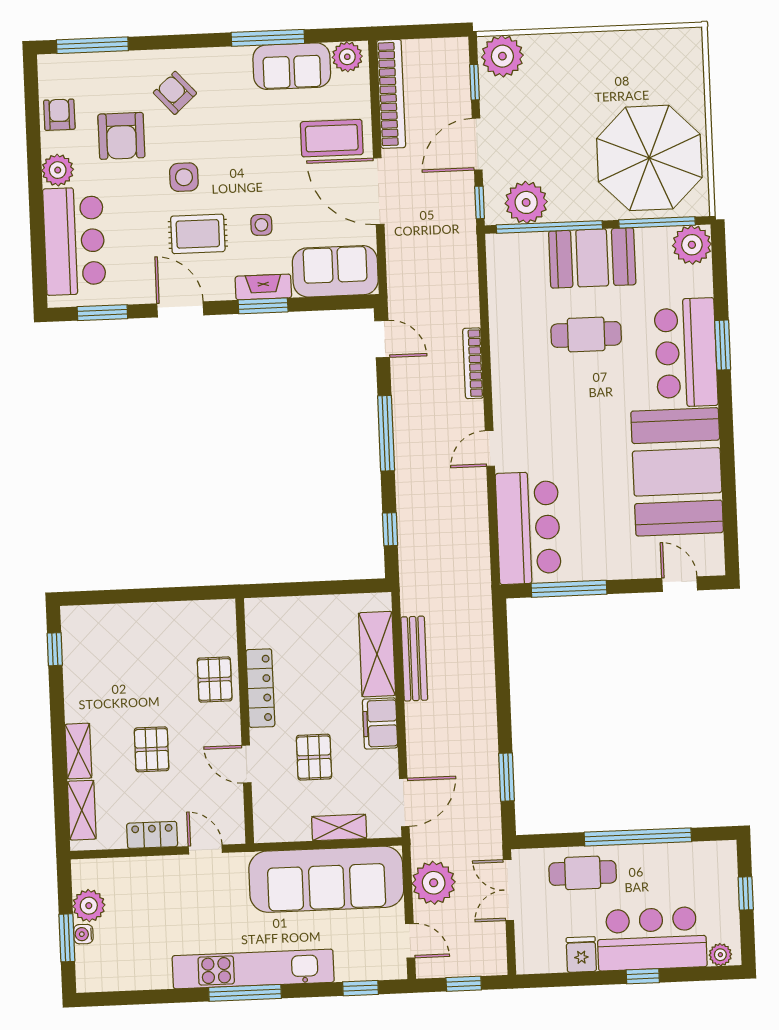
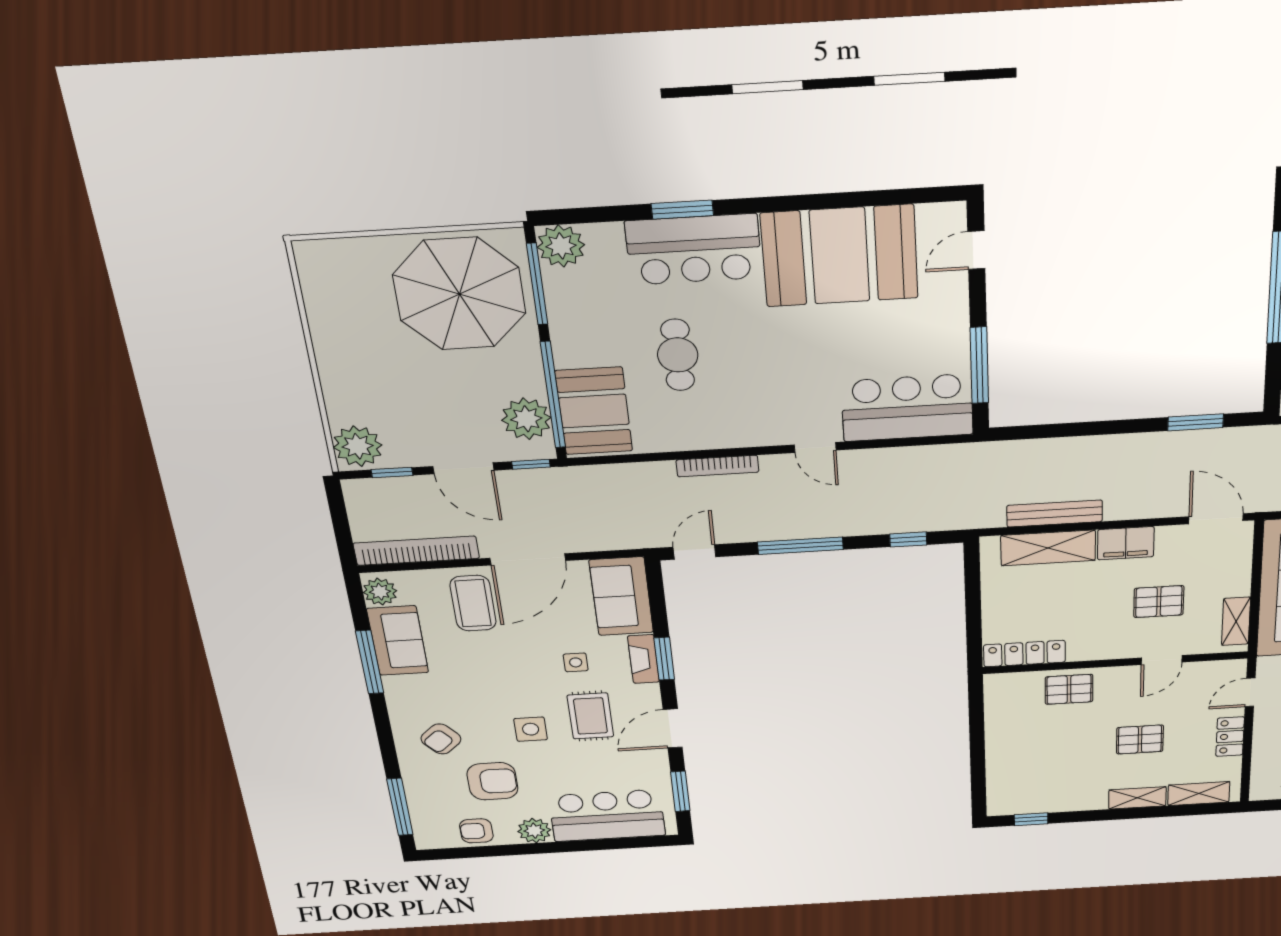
booth: (592, 258) -> (594, 411), moved
locker: (260, 688) -> (1024, 654), moved
shelving: (339, 827) -> (1236, 621), moved

